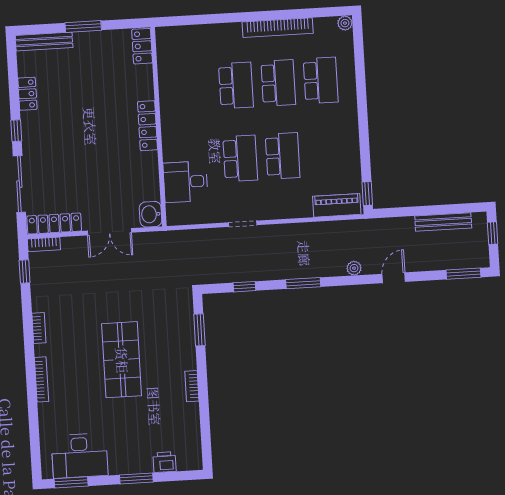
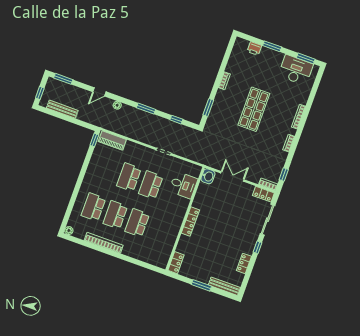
locker: (54, 224) -> (263, 194), width x0.66

